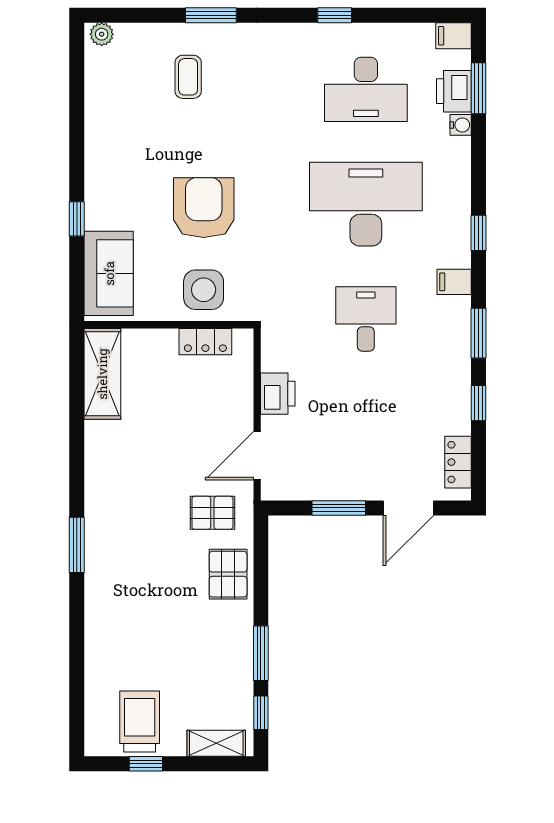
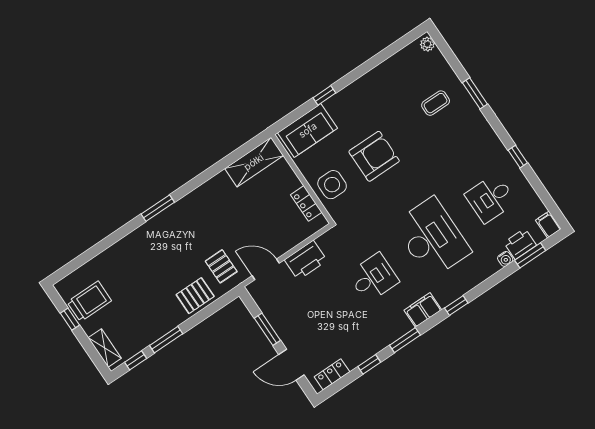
desk: (366, 89) -> (491, 198), width x0.73
filing cabinet: (454, 282) -> (423, 310), width x2.00
printer: (278, 394) -> (306, 260), width x1.37, depth x1.19

